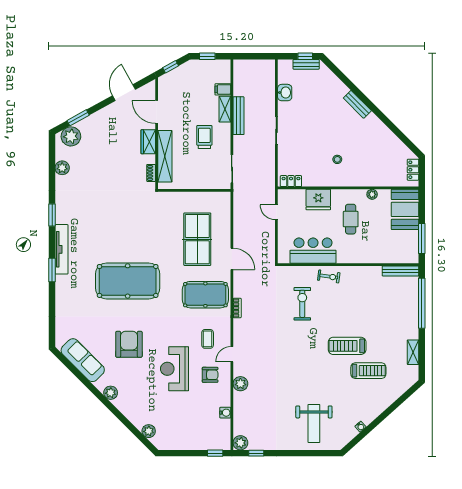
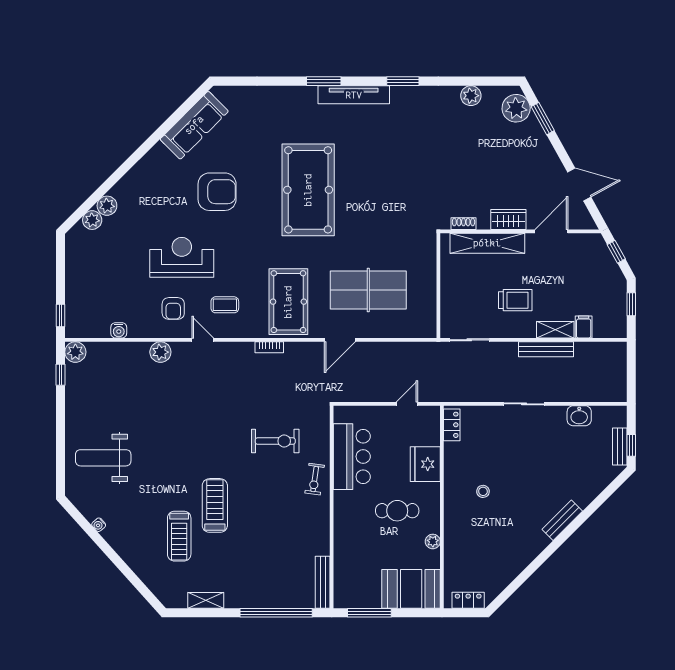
plant: (111, 393) -> (107, 206), moved

